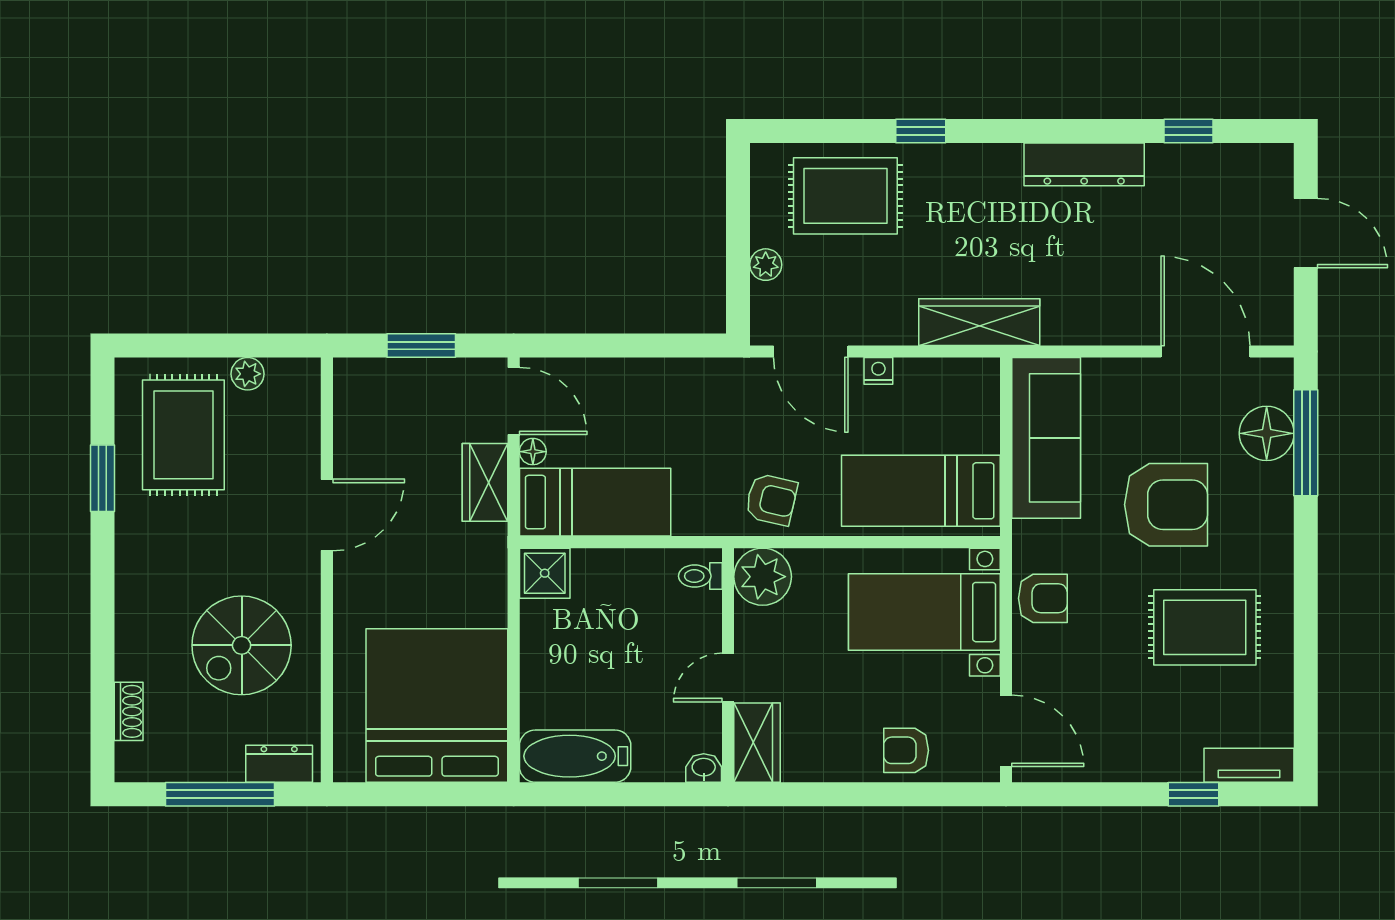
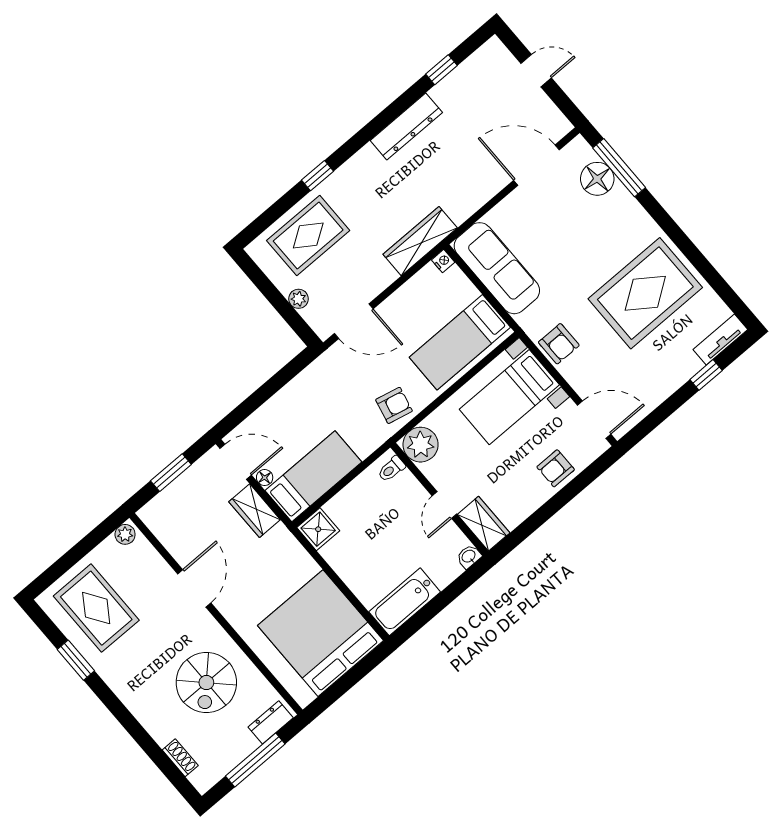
door: (1306, 233) -> (536, 71), width x0.73
nightstand: (878, 371) -> (443, 261), moved, turned 90
plant: (248, 374) -> (125, 534), moved
armchair: (1166, 505) -> (579, 252), removed
armchair: (1043, 598) -> (559, 344), turned 90
rug: (1205, 627) -> (645, 293), width x1.37, depth x1.44

